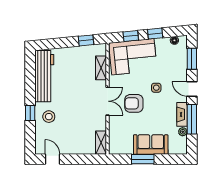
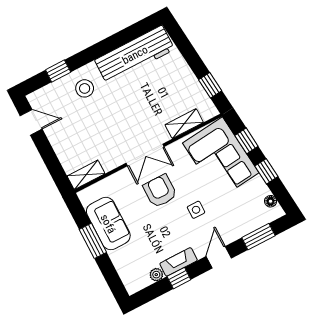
window: (30, 113) -> (58, 71), moved
window: (192, 119) -> (179, 278), width x0.46
sofa: (151, 145) -> (108, 224), moved
door: (53, 159) -> (31, 122), hinge flipped

